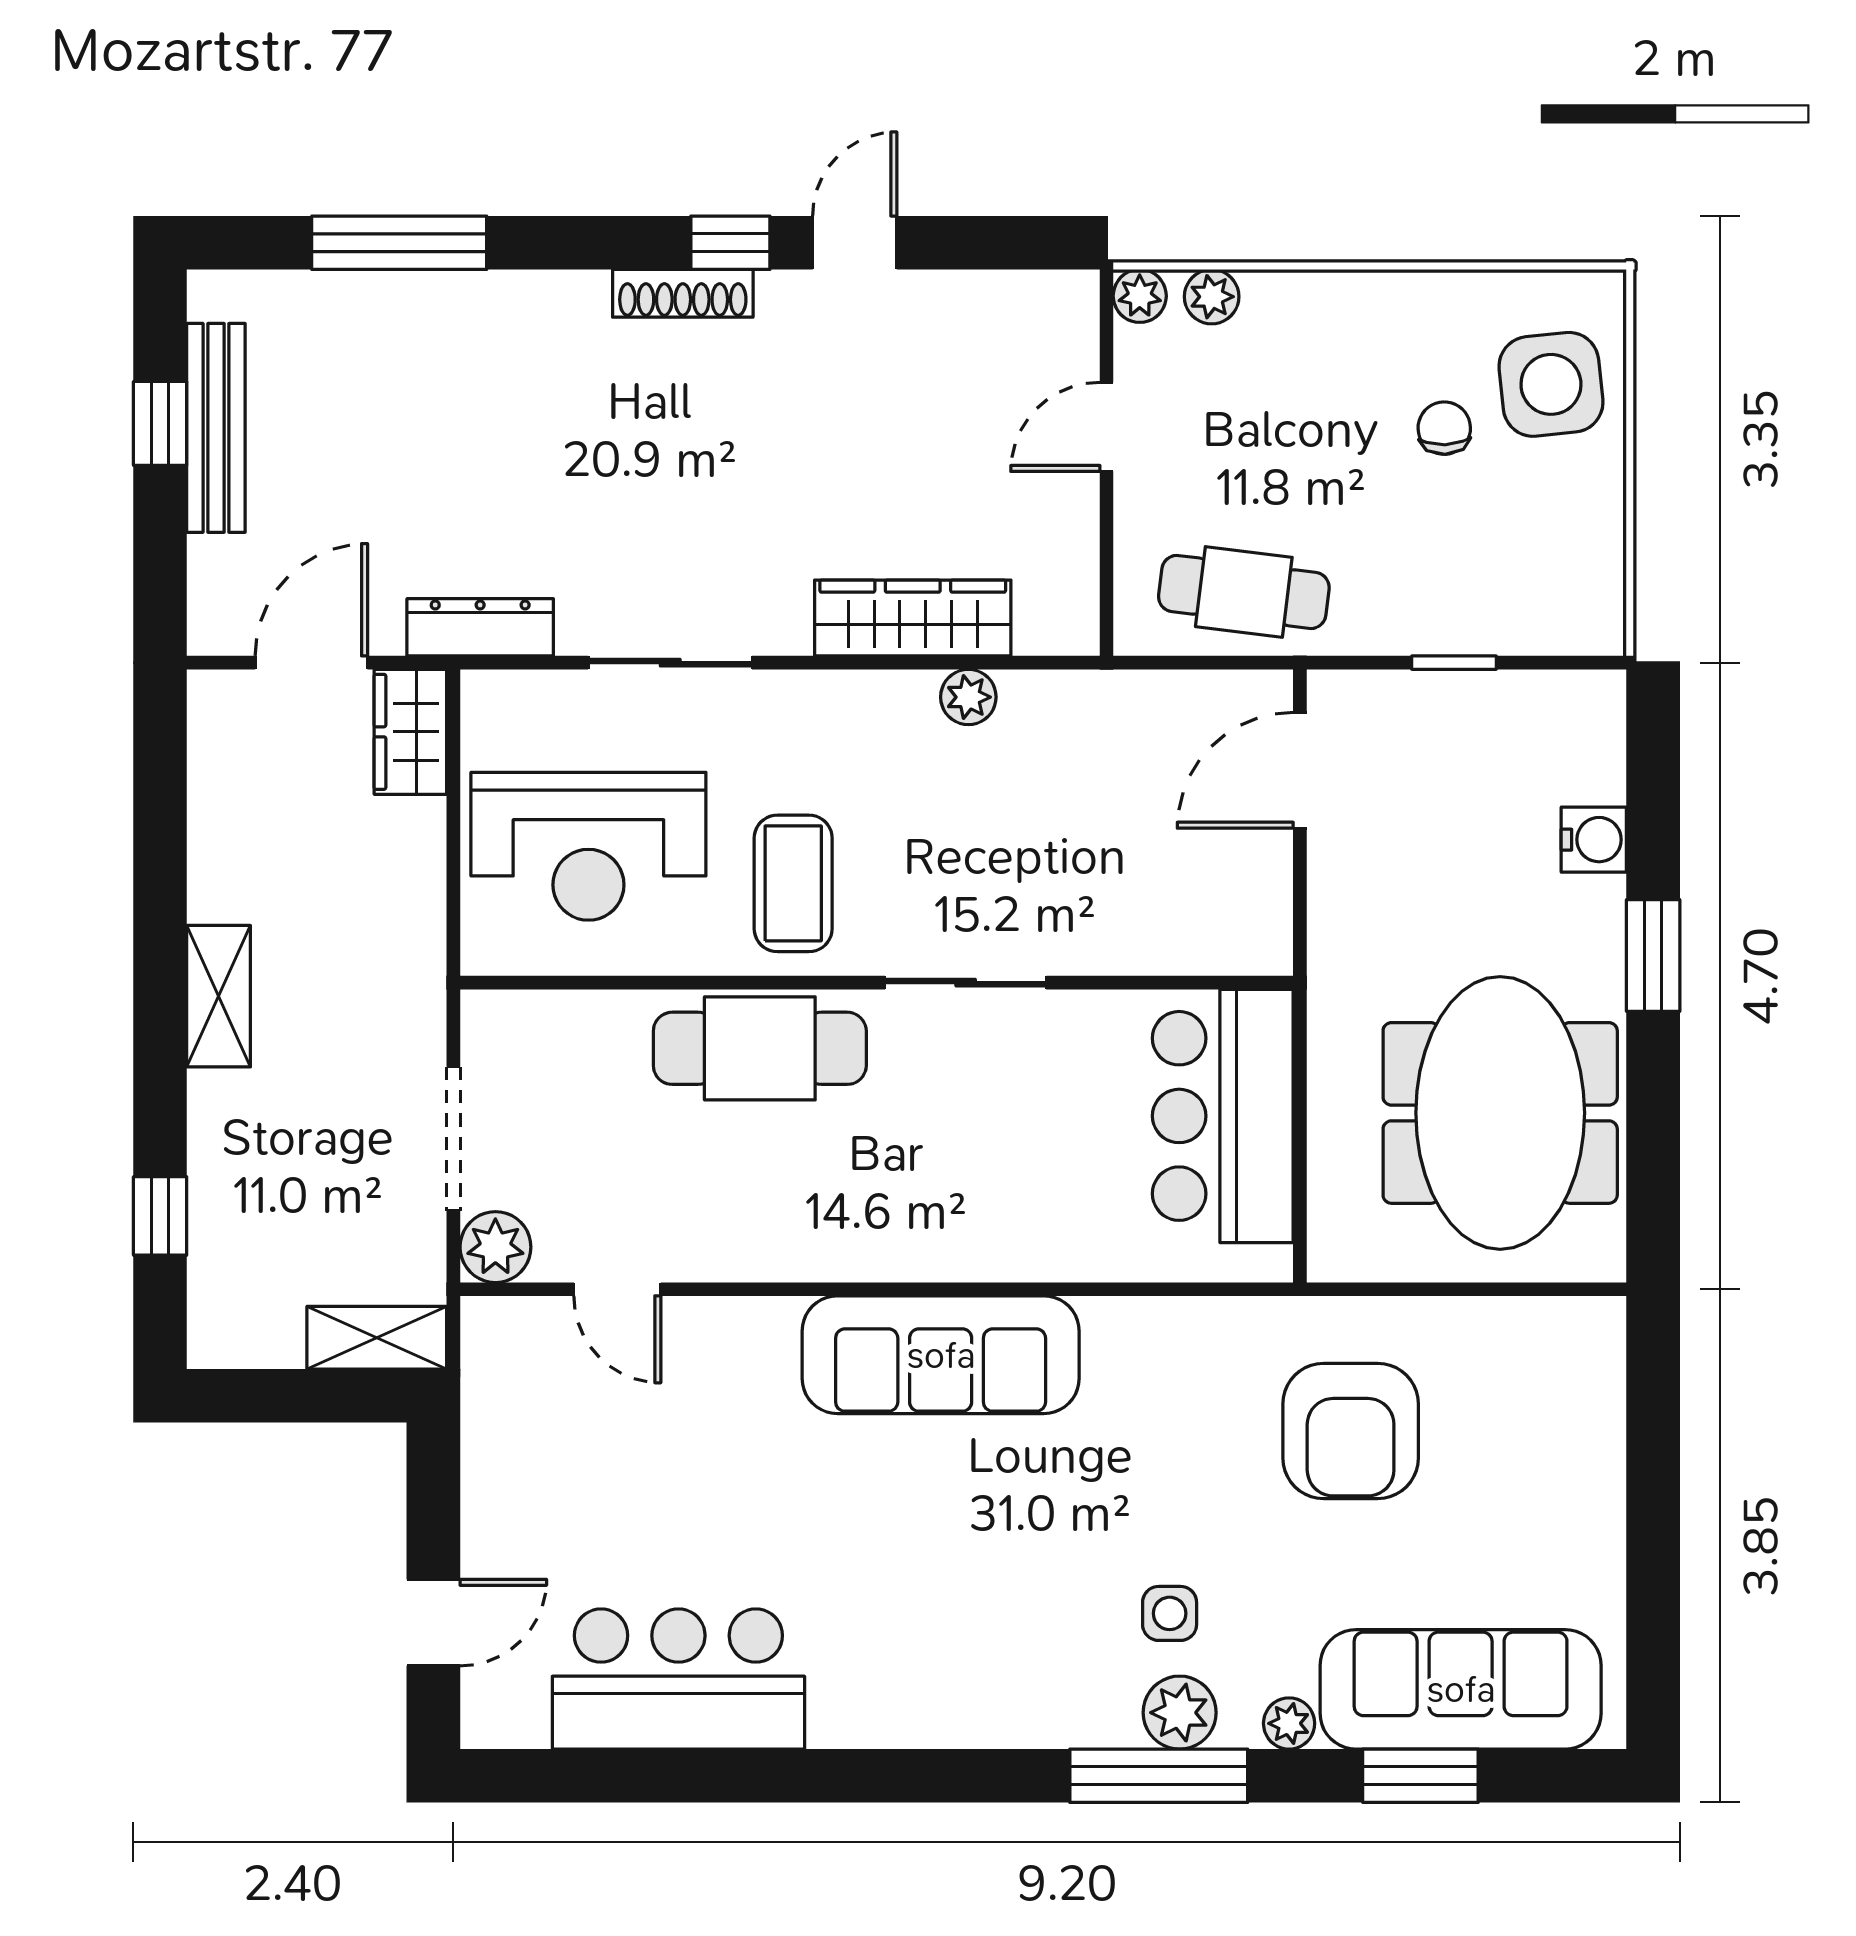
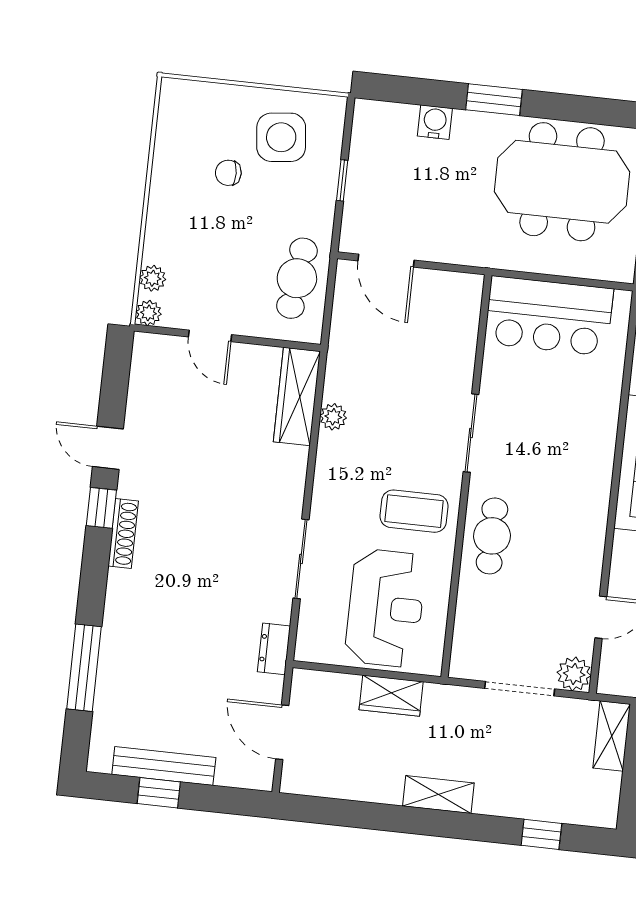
side table: (1551, 384) -> (281, 137), moved
wardrobe: (913, 618) -> (297, 396), moved
dresser: (480, 627) -> (274, 649), width x0.70
wardrobe: (410, 732) -> (391, 696), moved
cafe table: (760, 1048) -> (492, 536), width x0.73, depth x0.74

